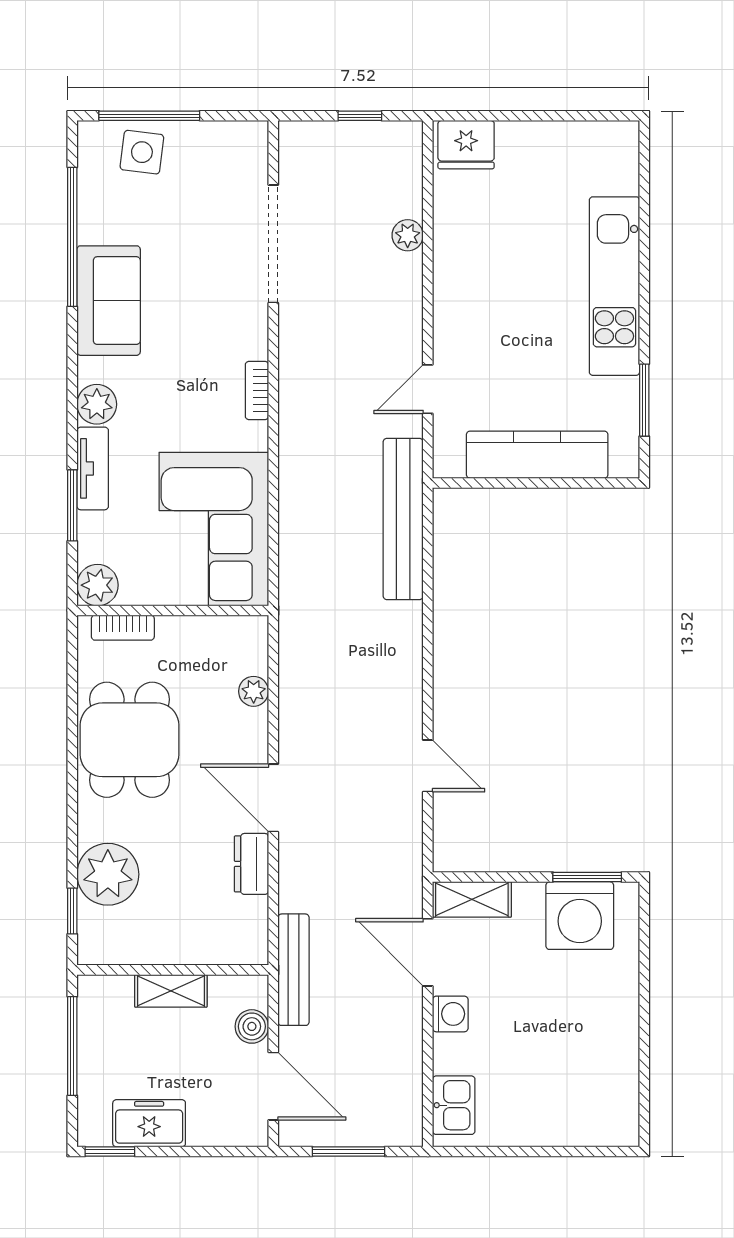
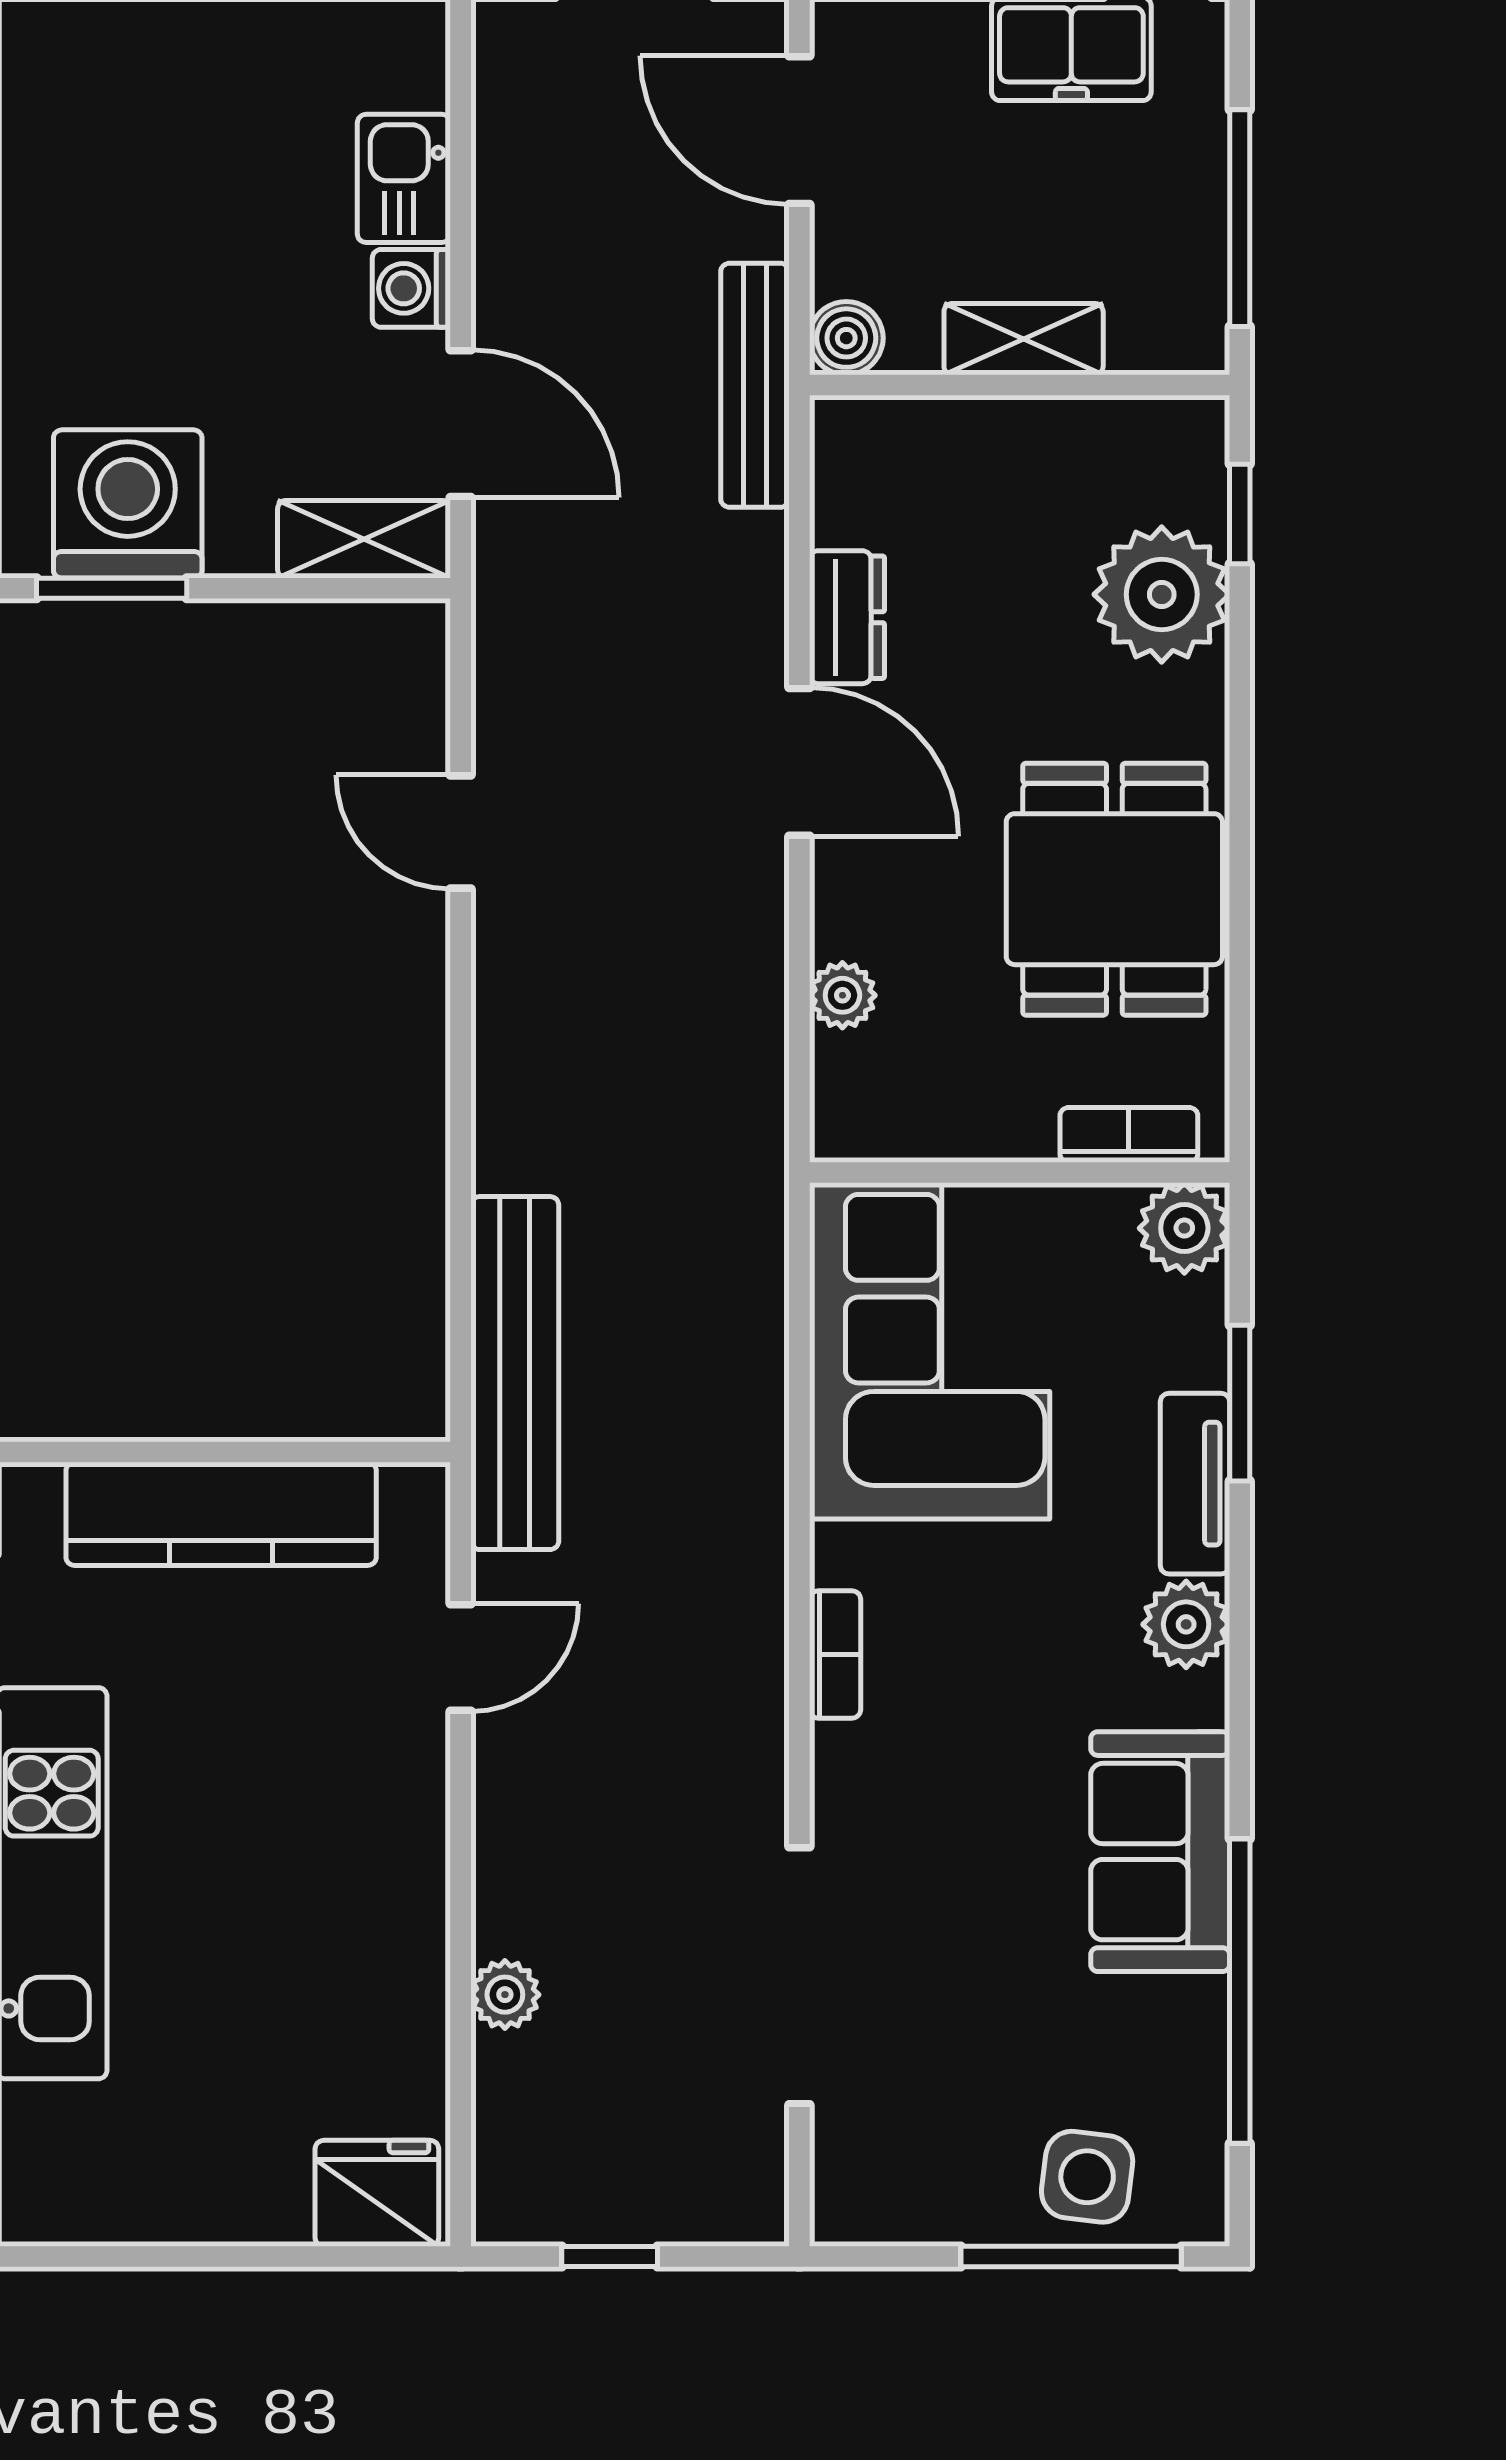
boiler: (252, 1026) -> (846, 338), moved
kitchen sink: (454, 1105) -> (404, 178), moved

